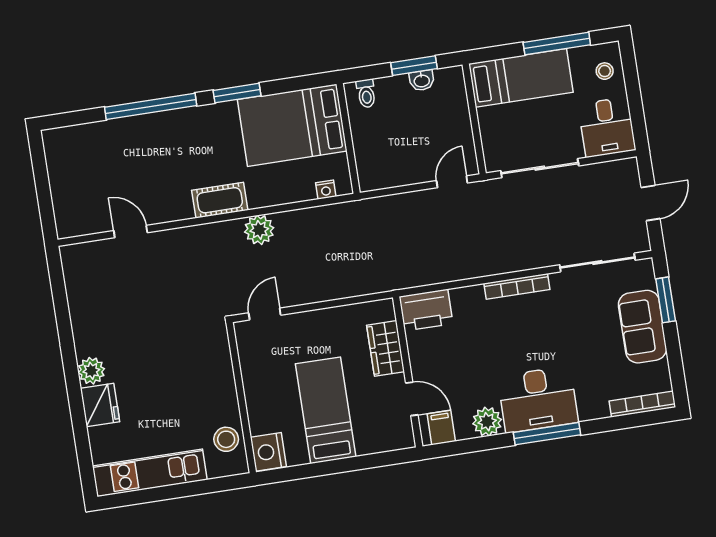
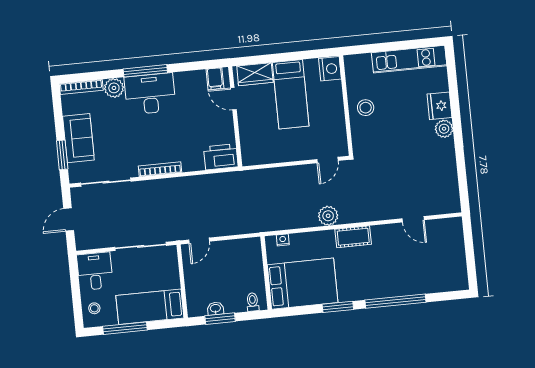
wardrobe: (386, 348) -> (255, 74), moved, turned 90
plant: (487, 422) -> (114, 88), moved
stool: (226, 439) -> (366, 108), moved

